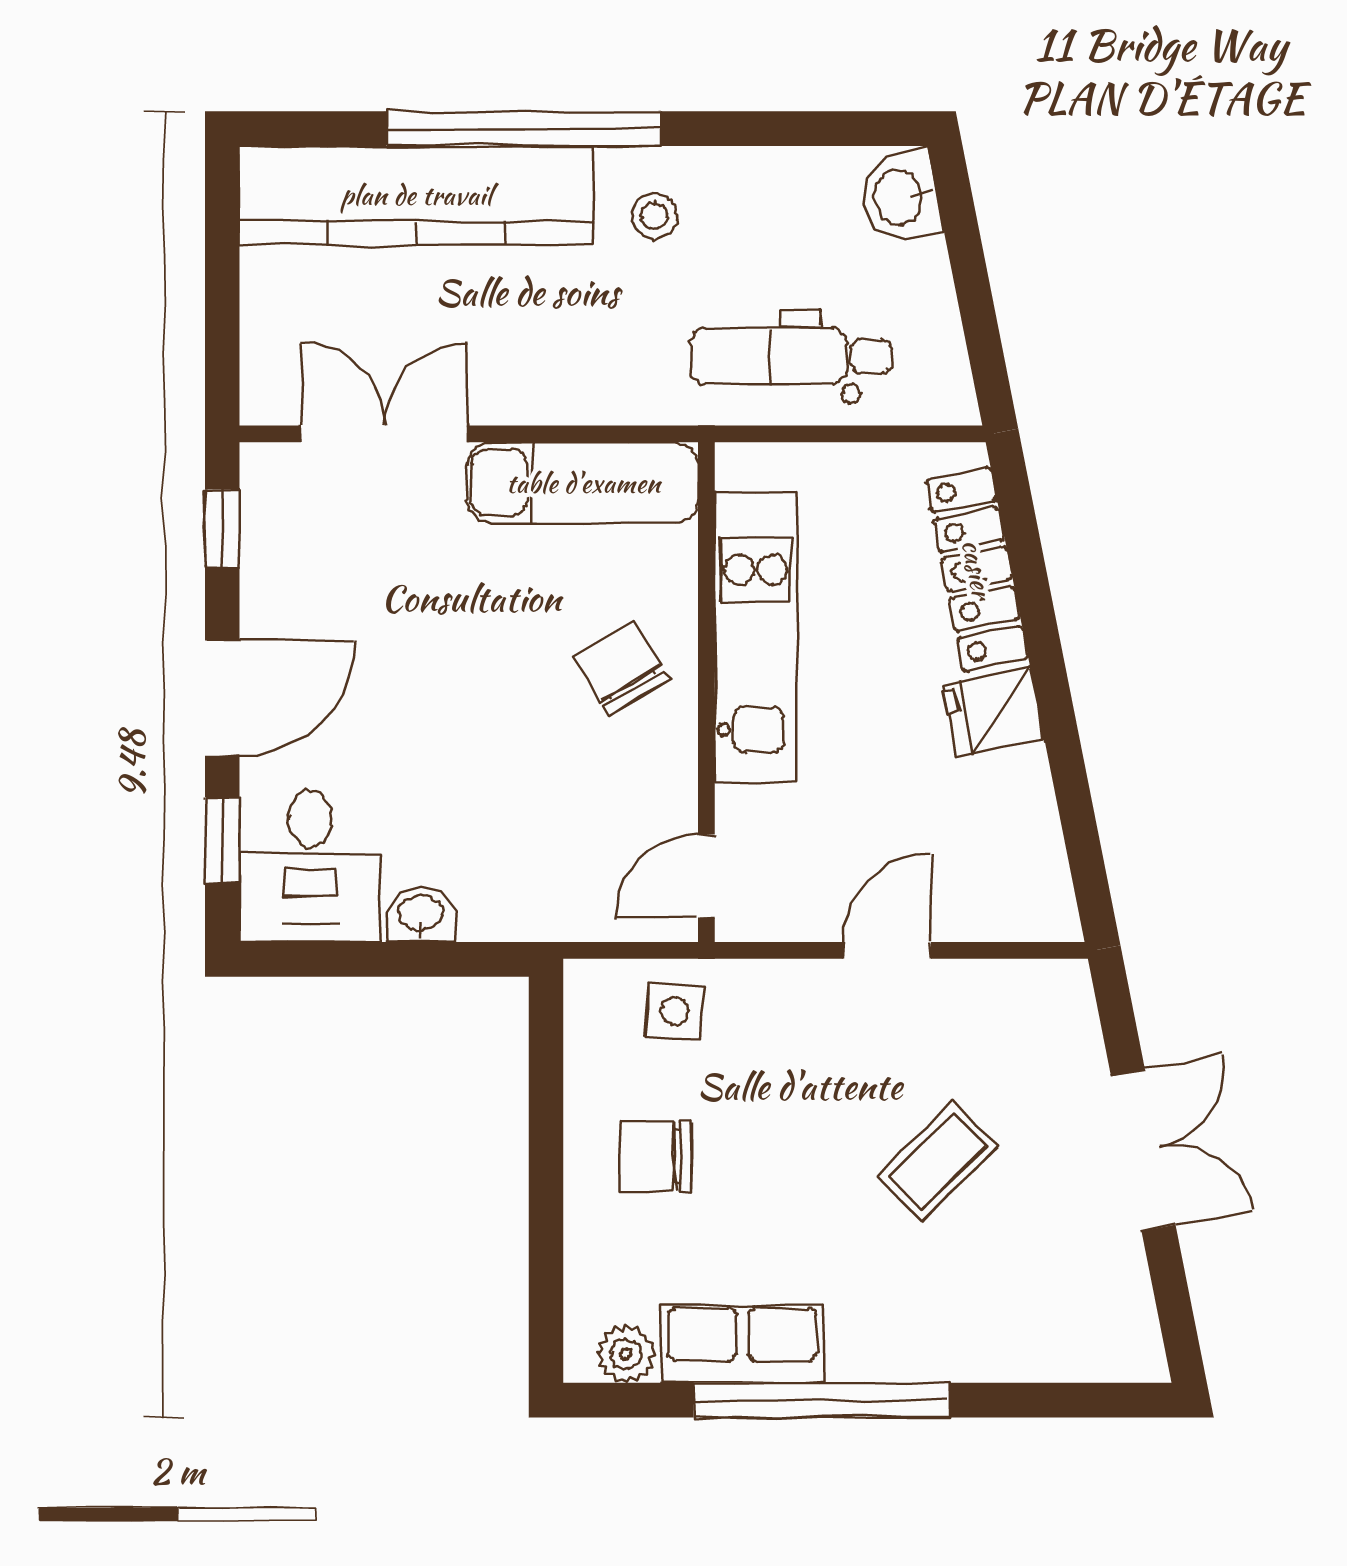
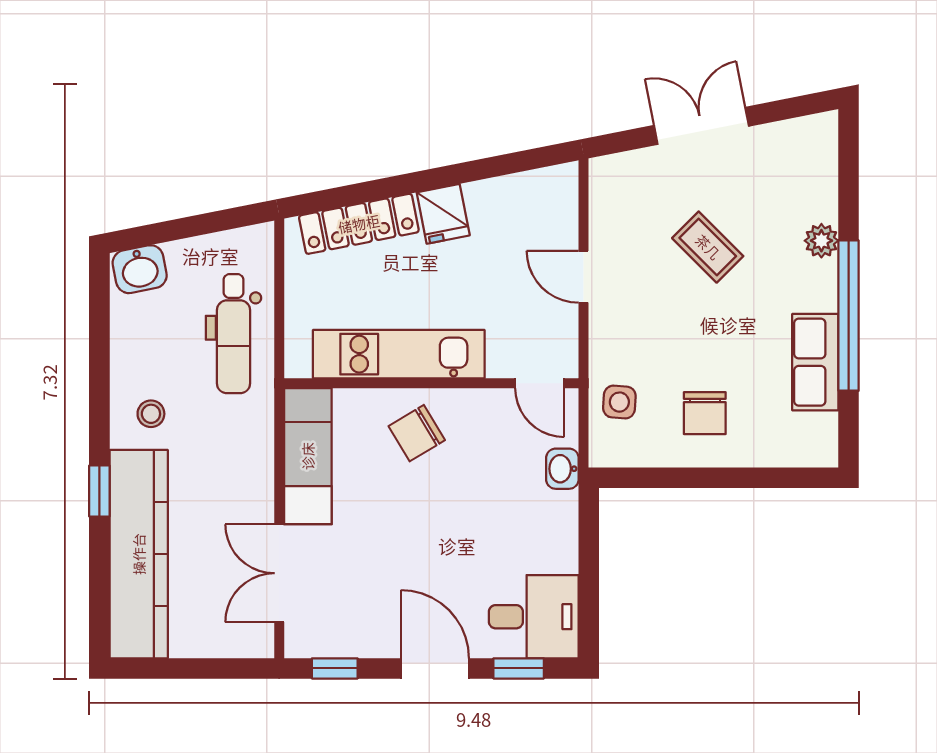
window: (523, 129) -> (99, 491), width x0.32
washbasin: (420, 915) -> (562, 469), moved
plant: (626, 1354) -> (821, 241), moved

